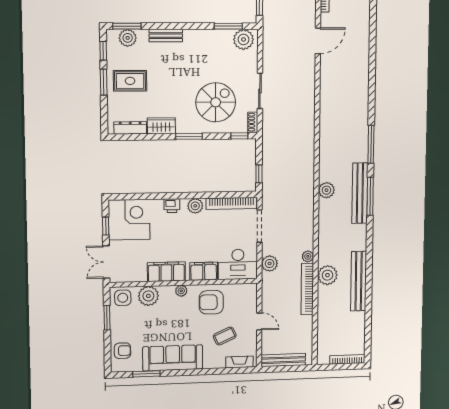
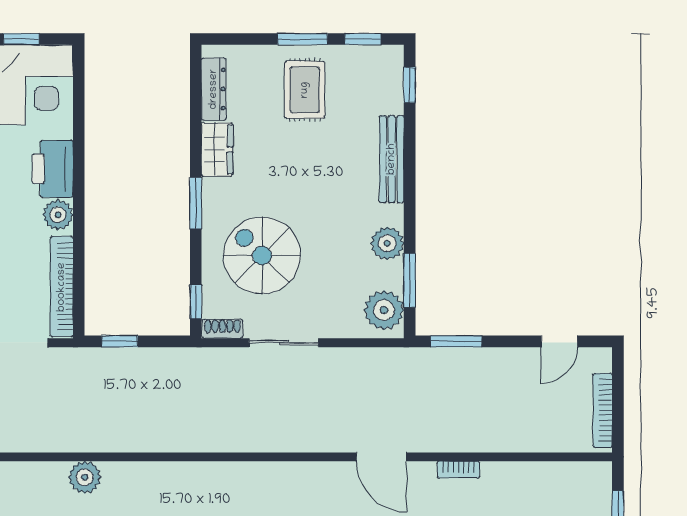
window: (127, 26) -> (410, 85), width x0.67
bench: (166, 36) -> (392, 159), width x1.36
plant: (128, 38) -> (387, 243), moved
spiral stairs: (216, 102) -> (262, 255), turned 180
printer: (172, 206) -> (53, 169), width x1.87, depth x1.48

